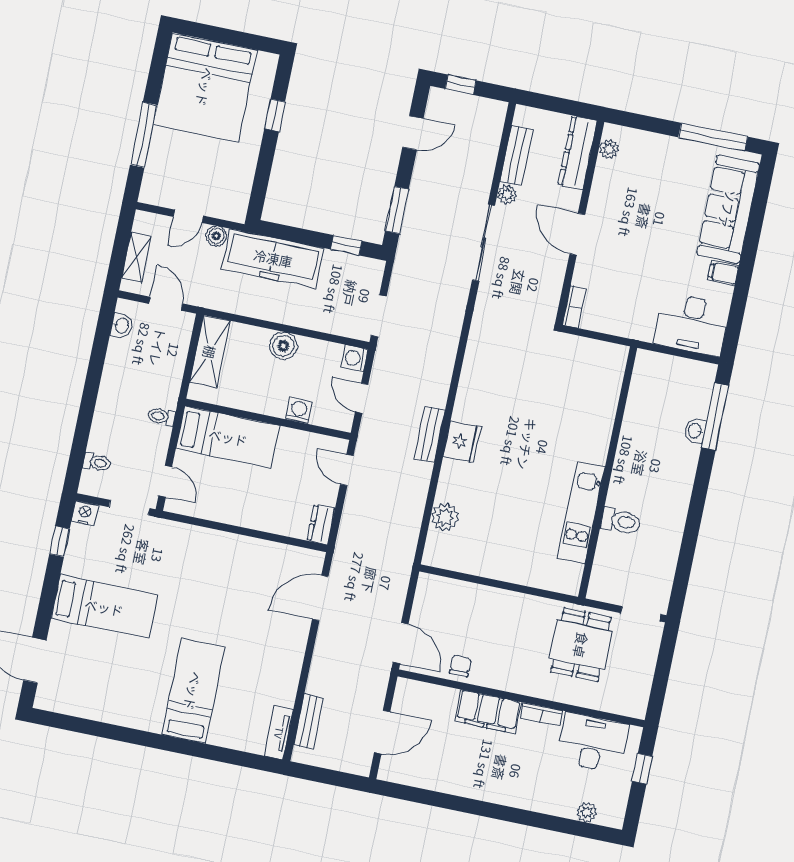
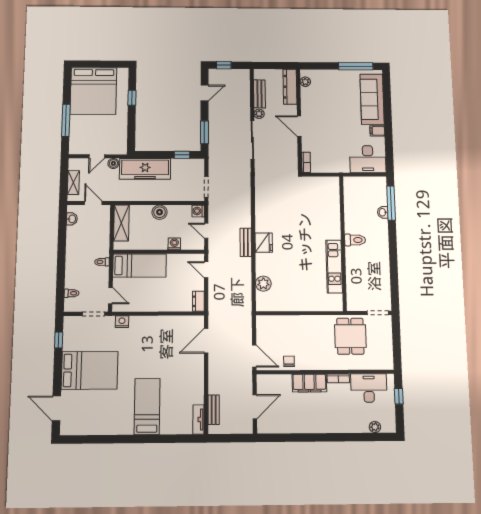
nightstand: (85, 513) -> (122, 322), moved
toilet: (621, 521) -> (355, 240), moved
bed: (104, 607) -> (90, 370), width x1.50

